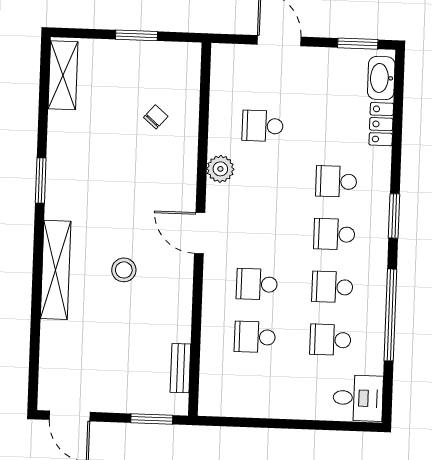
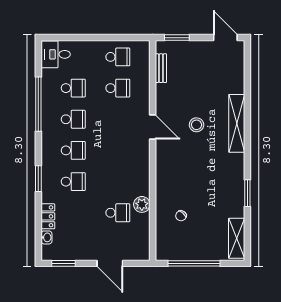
window: (136, 35) -> (194, 263), width x2.11
washbasin: (381, 78) -> (47, 237), width x0.52, depth x0.69
plant: (220, 169) -> (142, 204), moved
window: (41, 180) -> (247, 193), moved
window: (394, 216) -> (38, 179), moved
door: (200, 233) -> (153, 127), moved
school desk: (257, 284) -> (118, 57), moved

